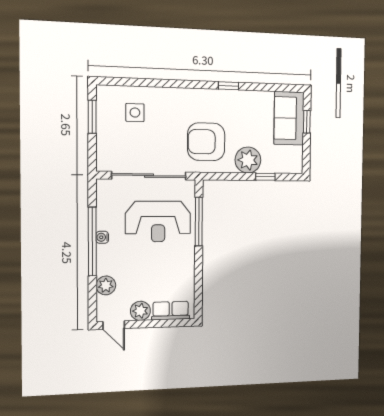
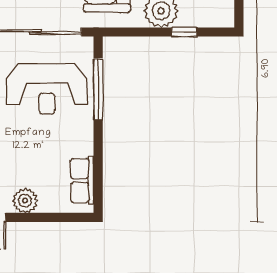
row of seats: (171, 311) -> (82, 181), moved, turned -90

